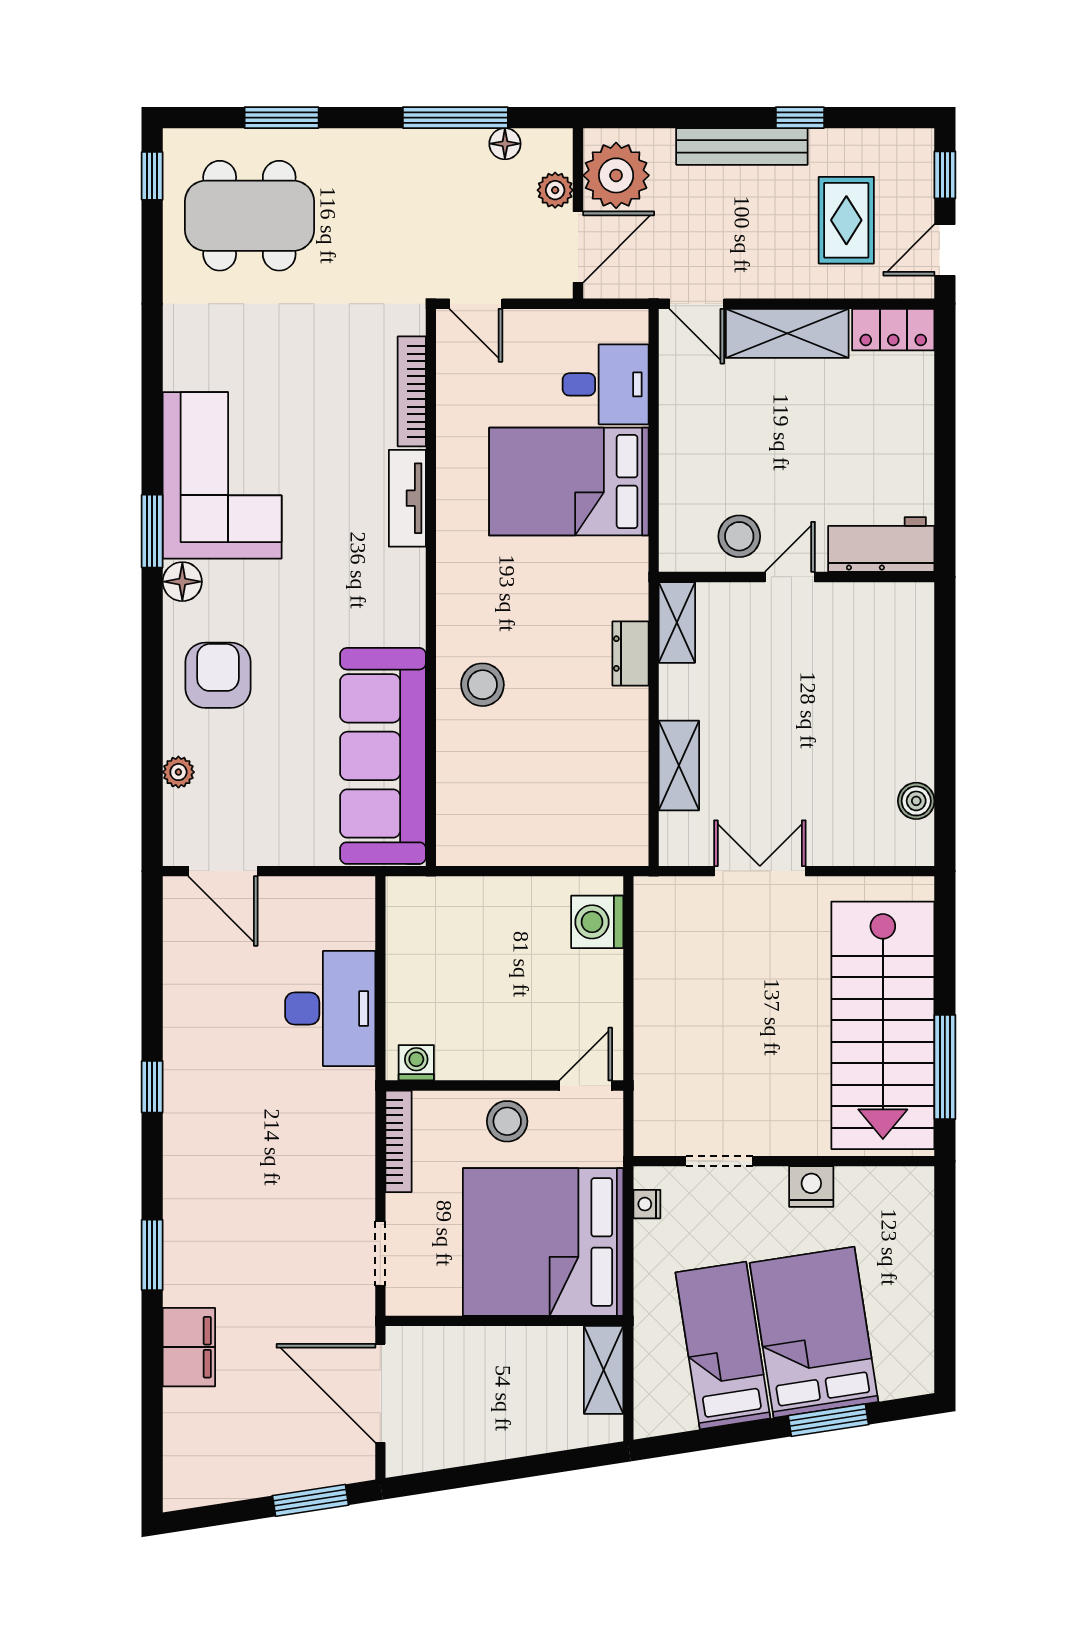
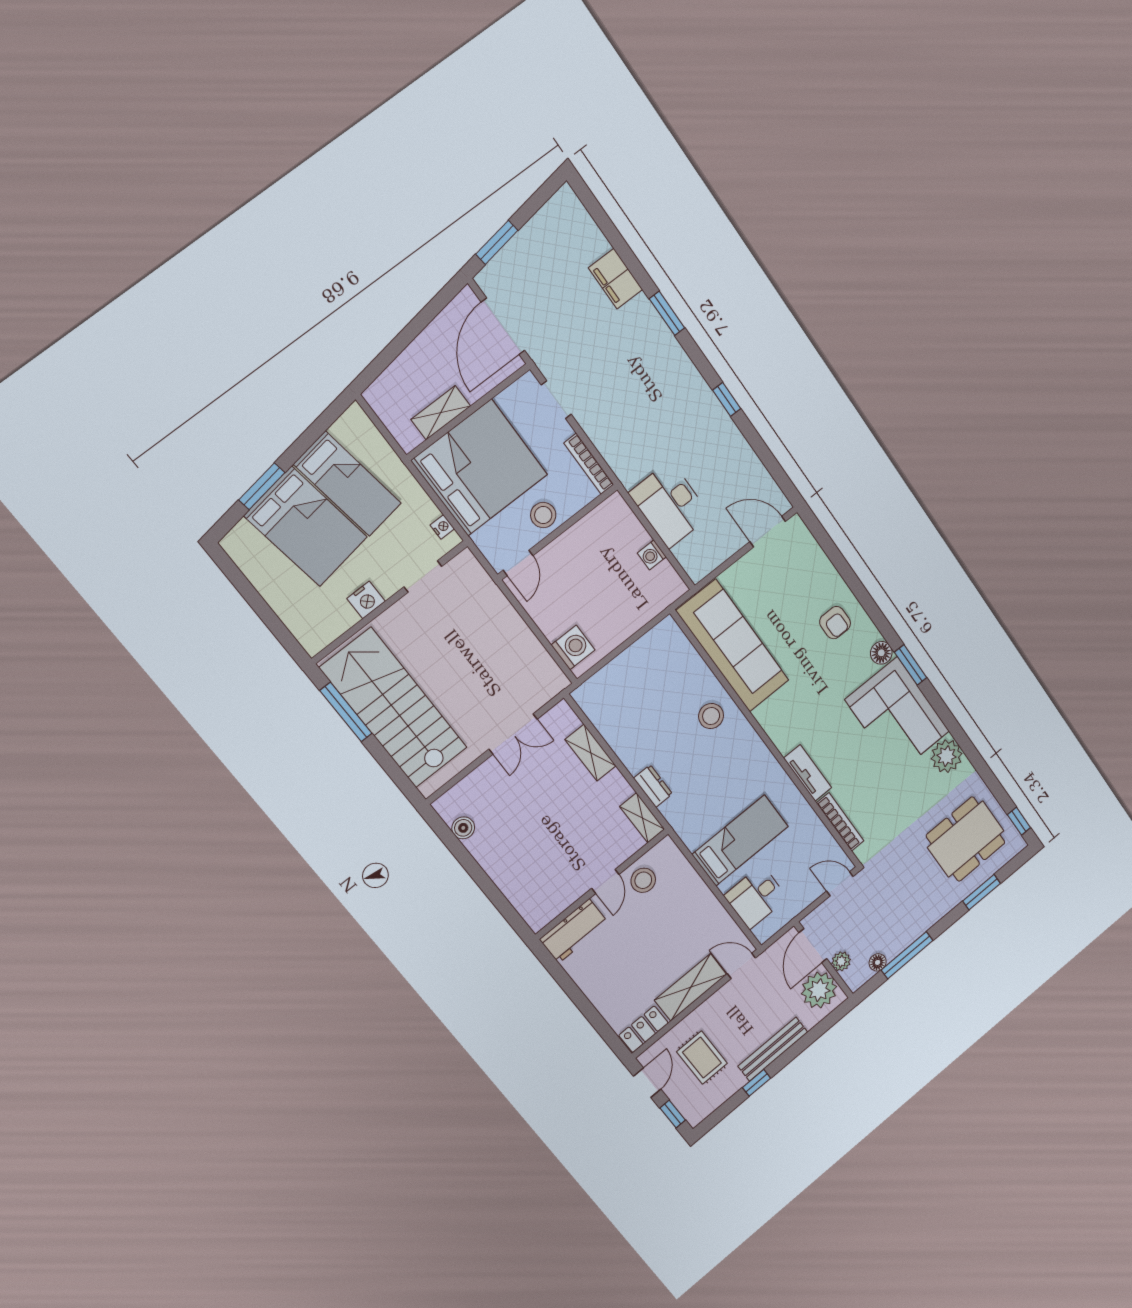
bed: (569, 482) -> (740, 840), width x0.67
armchair: (218, 675) -> (835, 623), width x0.72, depth x0.72
plant: (178, 772) -> (947, 756), moved, width x1.87, depth x1.87
washing machine: (416, 1063) -> (652, 555), moved, turned 90
shelving: (604, 1370) -> (441, 413), moved, turned 90
door: (380, 1393) -> (503, 326), swing flipped

